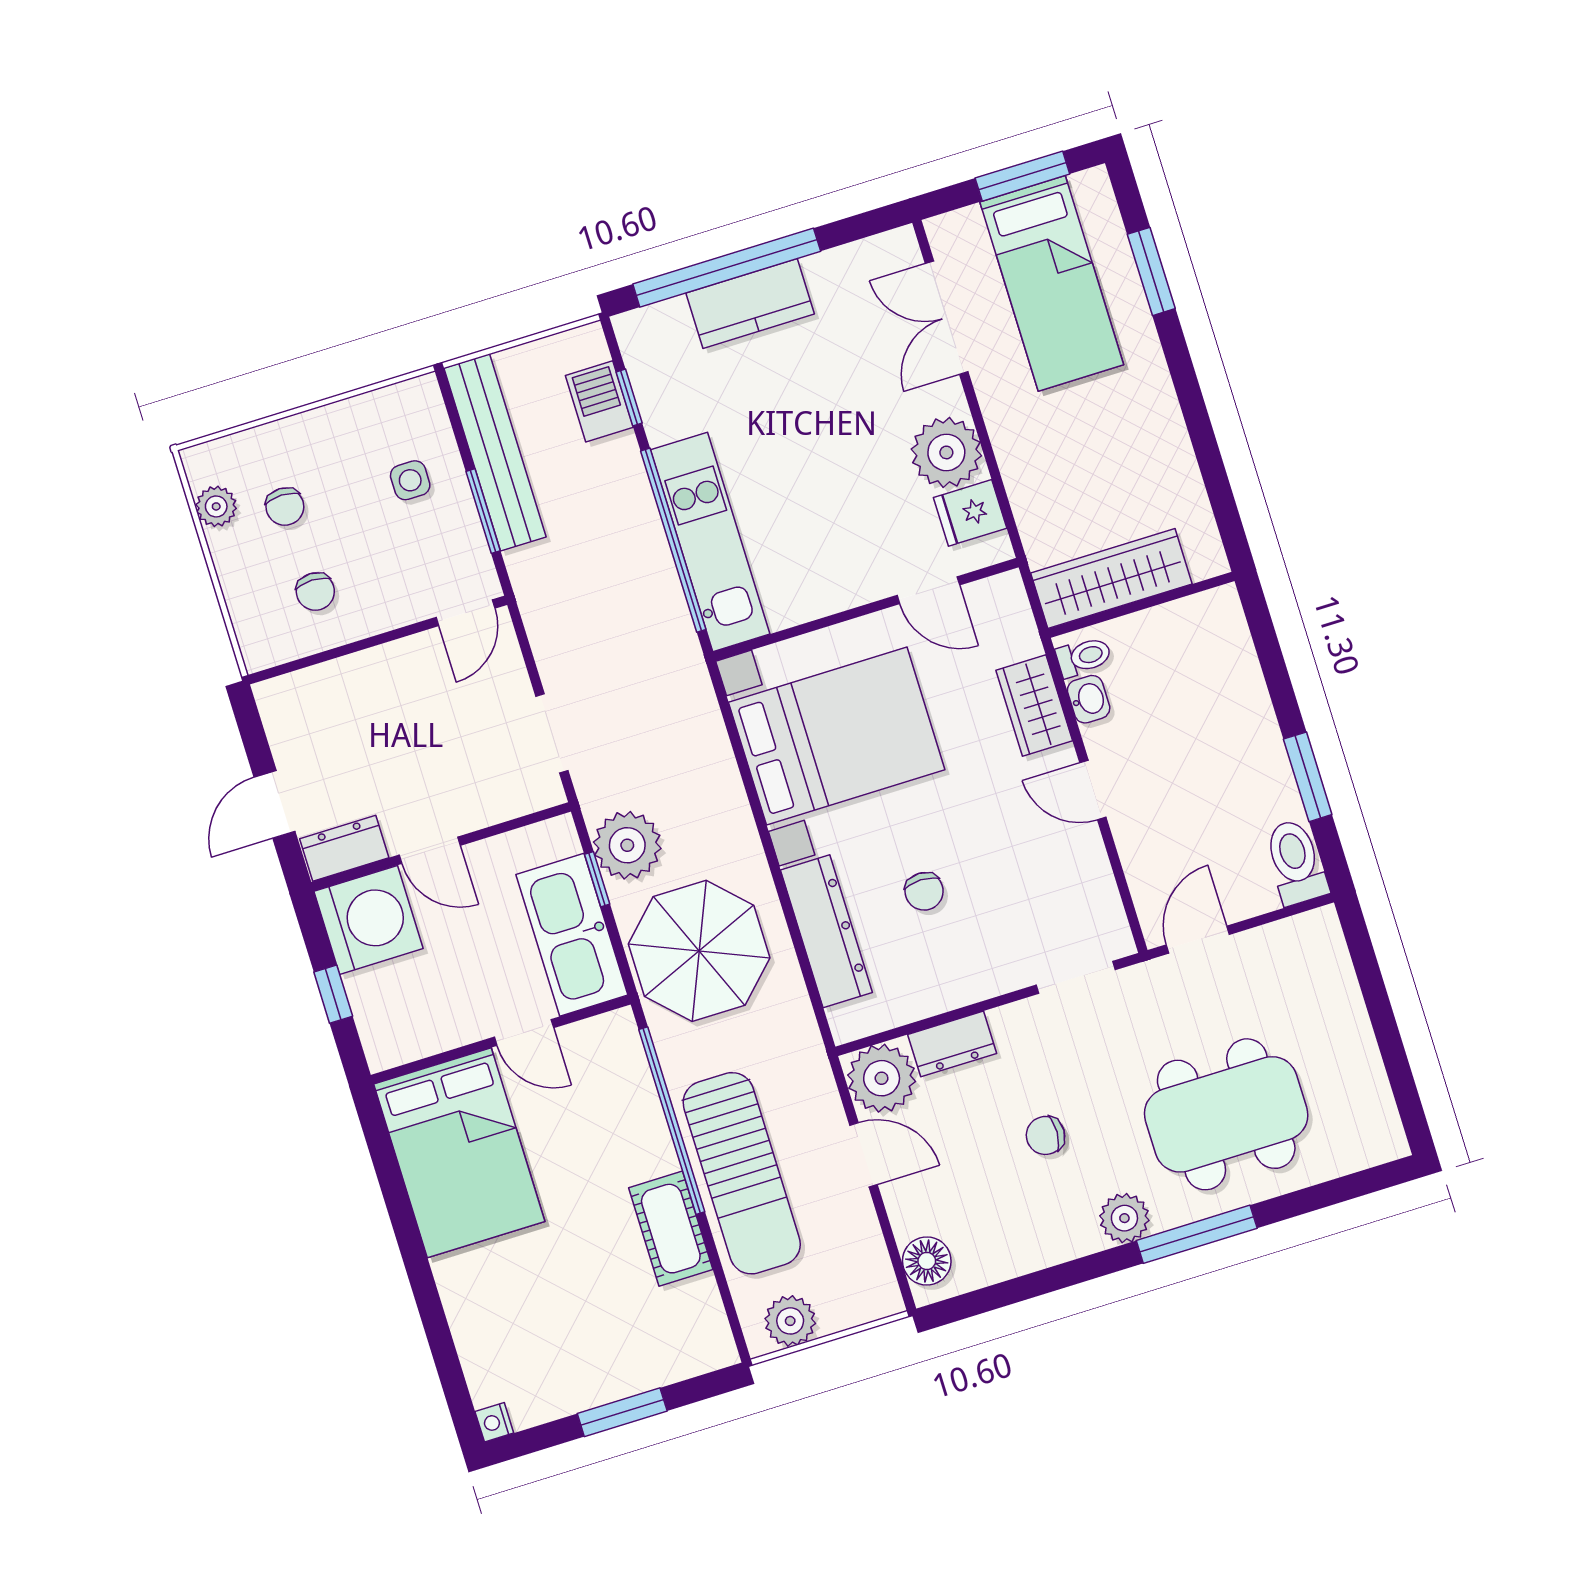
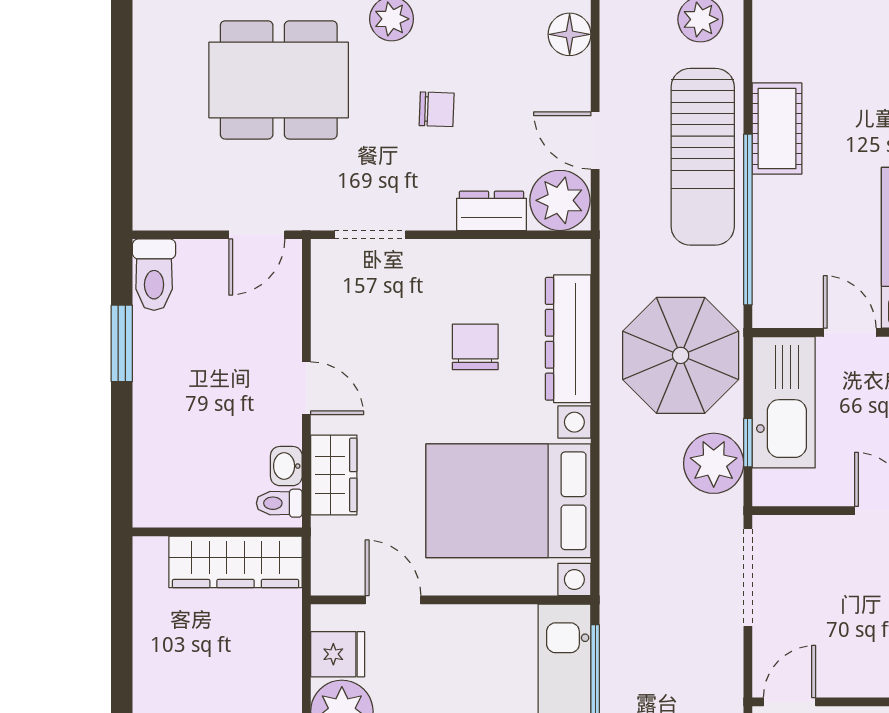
doorway: (552, 733) -> (748, 577), width x1.38
chair: (924, 891) -> (475, 347), width x1.37, depth x1.37
sun lounger: (742, 1173) -> (703, 157), turned 180

